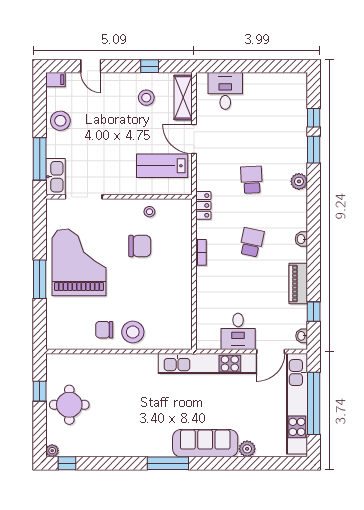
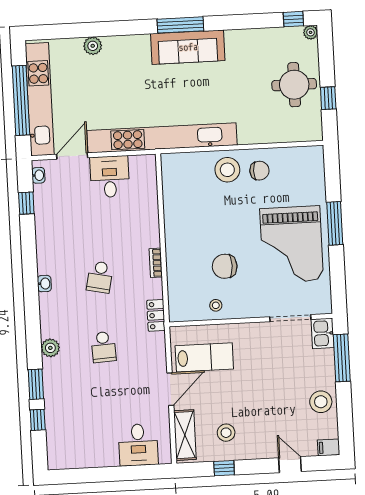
door: (194, 139) -> (170, 389), hinge flipped
kitchen sink: (56, 177) -> (323, 333), width x0.73
piano: (298, 284) -> (45, 234), removed
kitchen unit: (207, 364) -> (162, 138), width x1.36
sofa: (205, 443) -> (188, 47), moved

